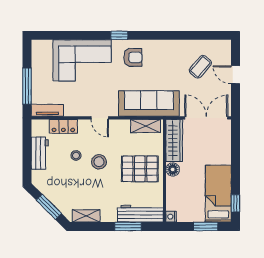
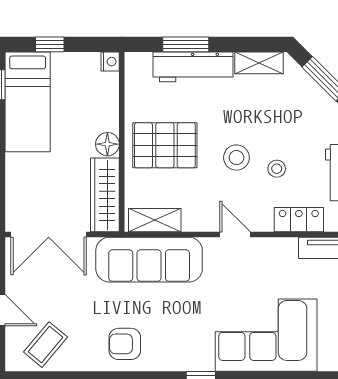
armchair: (133, 57) -> (125, 344), moved
coffee table: (200, 67) -> (46, 345), moved
workbench: (140, 214) -> (193, 67), moved
window: (206, 226) -> (50, 44), width x0.67

